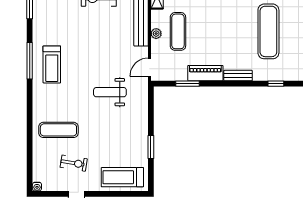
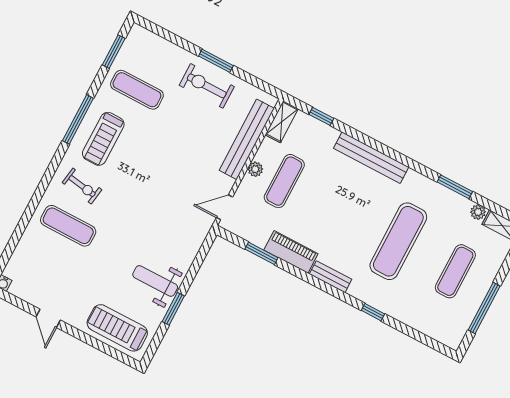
exercise mat: (57, 23) -> (137, 90), added
weight bench: (110, 92) -> (155, 281), moved
exercise bike: (74, 163) -> (82, 186), moved

